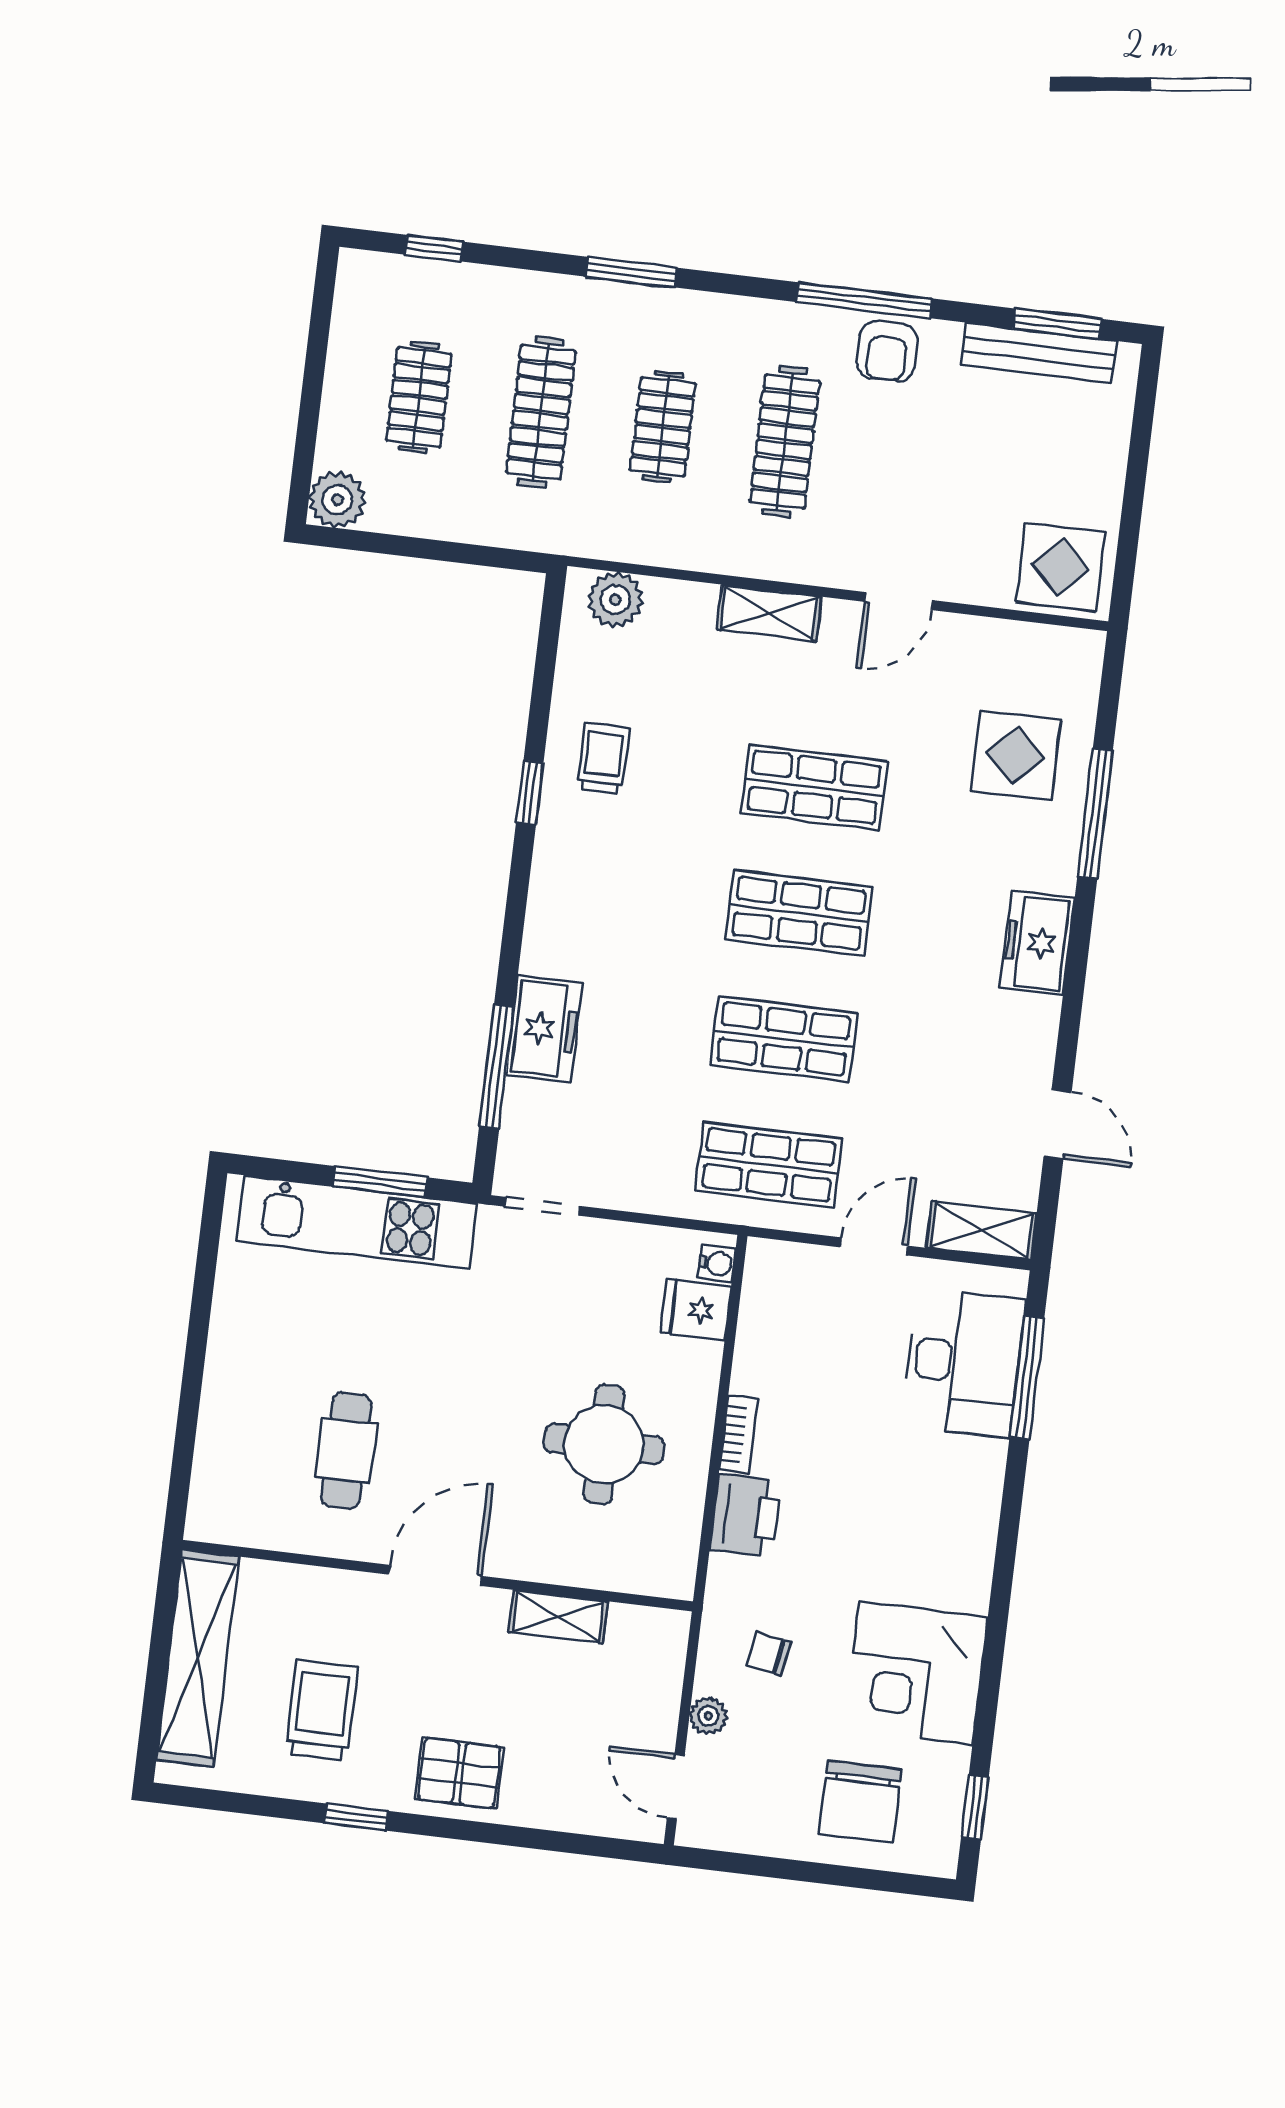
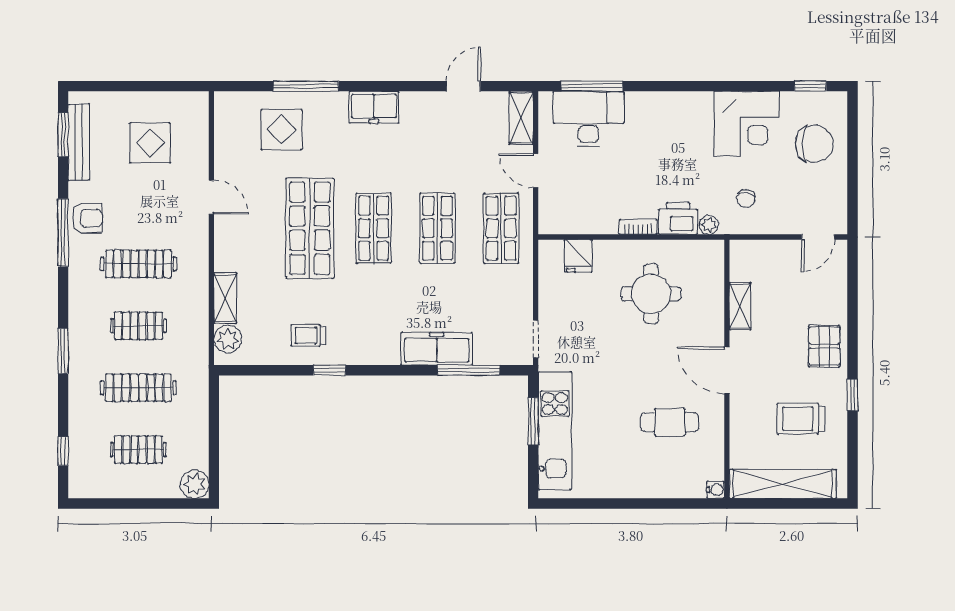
display table: (1060, 567) -> (150, 143), moved
shelving: (769, 613) -> (225, 298), moved
shop shelf: (814, 787) -> (310, 228), width x1.43, depth x1.36
freezer: (544, 1029) -> (437, 349), width x1.40
water cooler: (717, 1263) -> (716, 490), moved, turned 90
plant: (708, 1716) -> (709, 225), moved

